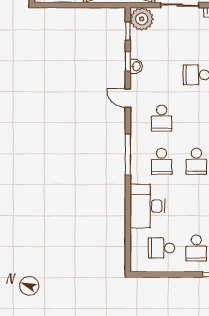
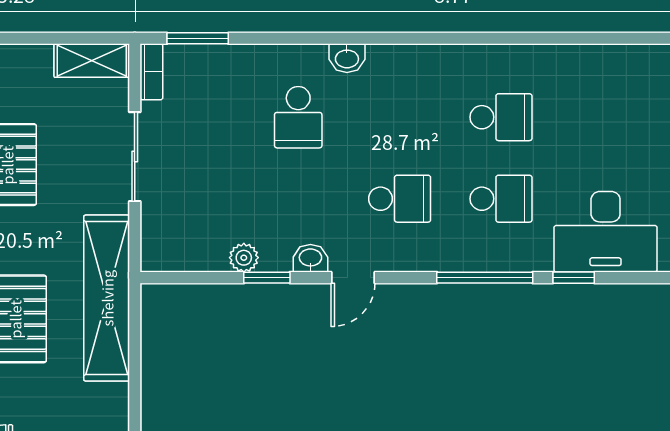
plant: (142, 19) -> (244, 258), moved, width x0.53, depth x0.53
window: (128, 31) -> (574, 278), moved
washbasin: (136, 66) -> (310, 258), moved

